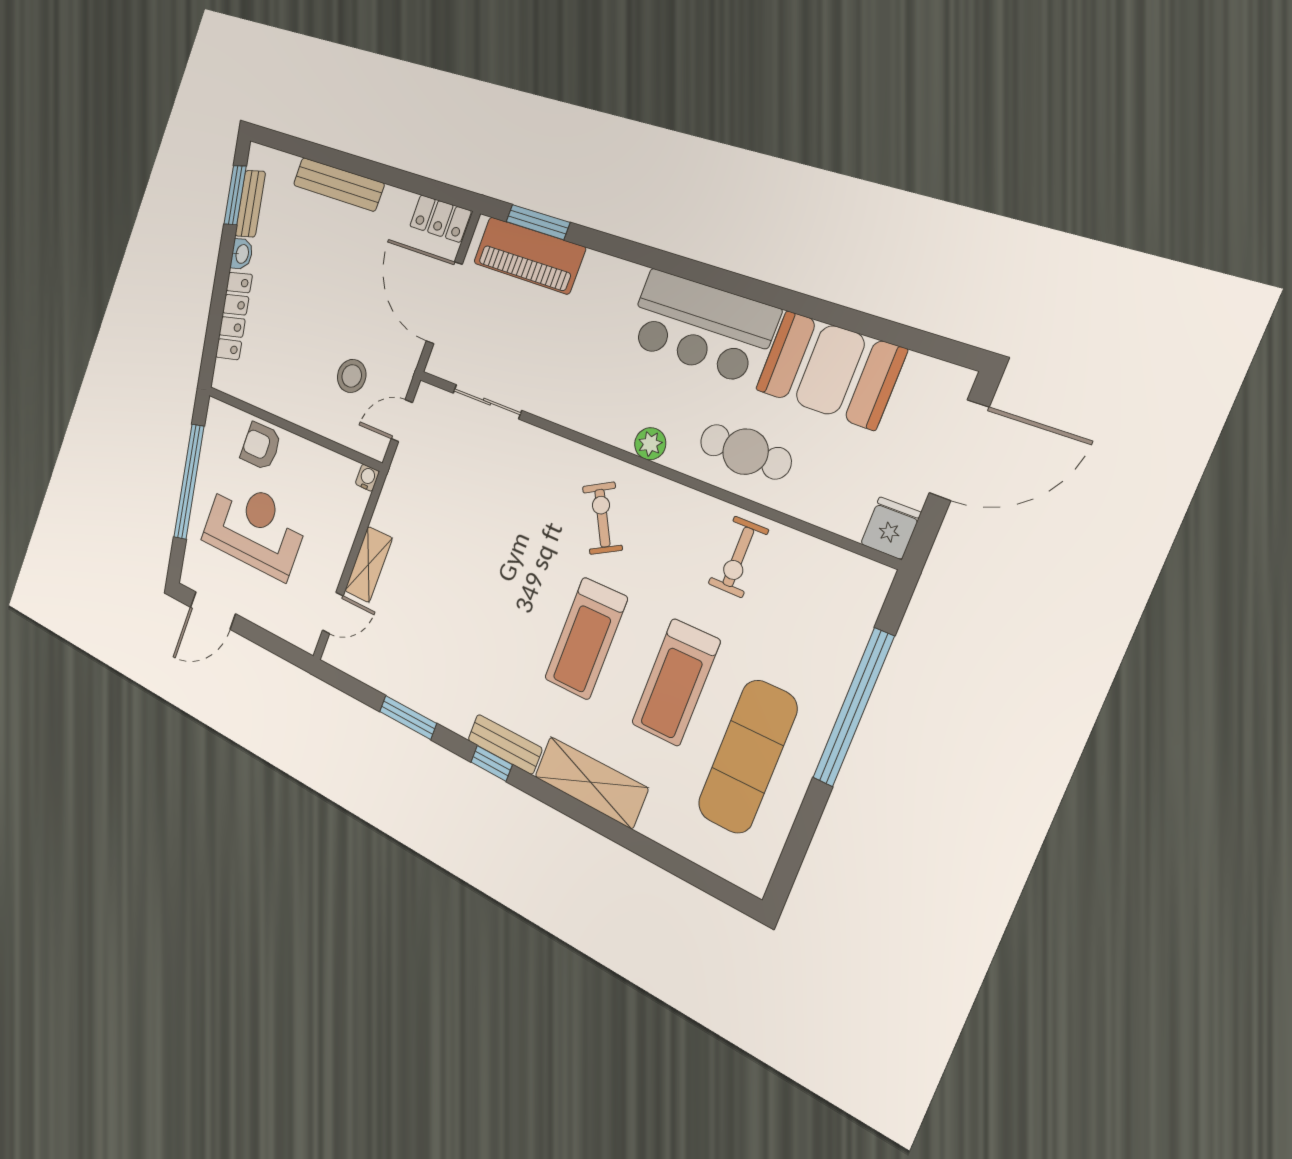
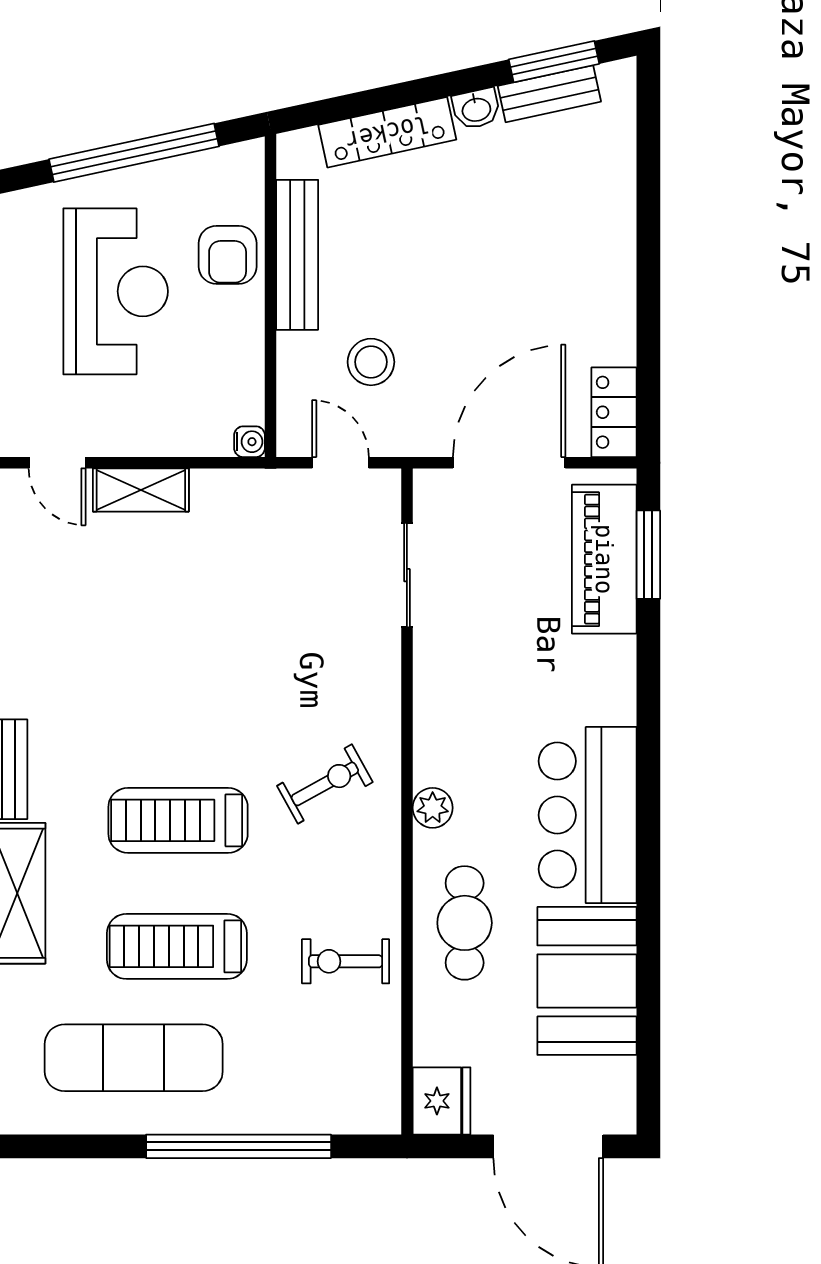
bench: (338, 184) -> (297, 255), moved
armchair: (261, 446) -> (228, 255), turned 180
fridge: (891, 528) -> (442, 1101), width x1.38

